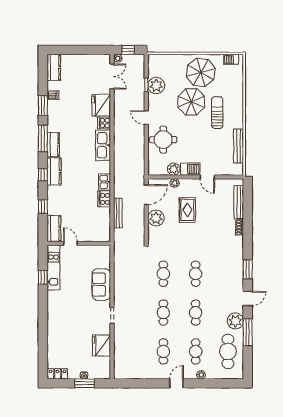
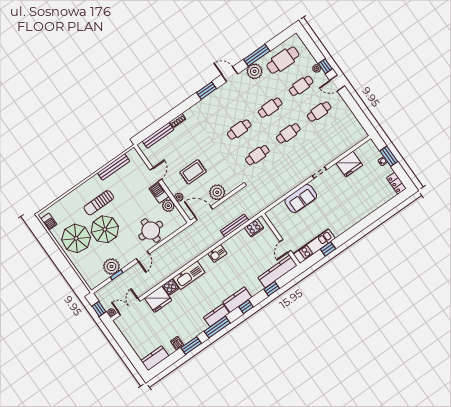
cooker: (104, 199) -> (254, 228), moved
kitchen counter: (54, 228) -> (277, 271), width x1.50
window: (198, 383) -> (325, 66), added

